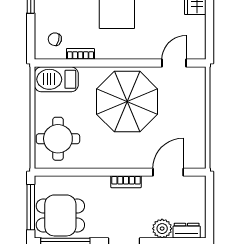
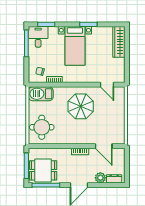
door: (174, 63) -> (107, 85), swing flipped
parasol: (127, 102) -> (81, 106), width x0.73, depth x0.73
door: (168, 172) -> (104, 146), swing flipped

